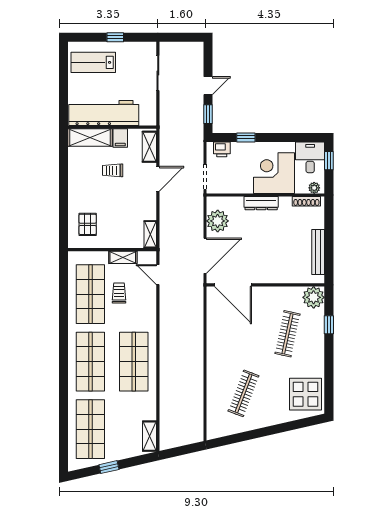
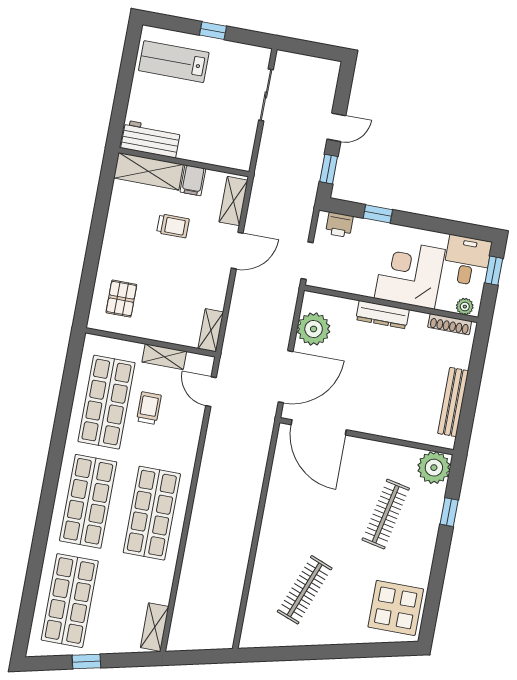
workbench: (104, 113) -> (151, 139), width x0.53, depth x0.76
trolley: (113, 170) -> (173, 226), turned 180

